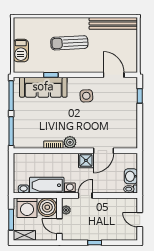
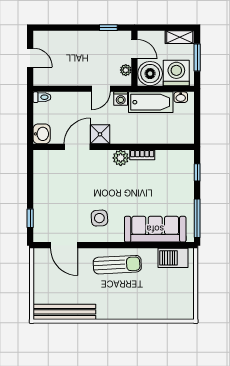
sun lounger: (69, 43) -> (117, 265), moved
barbecue: (21, 50) -> (173, 258), moved, turned -90
window: (51, 75) -> (145, 245), removed
window: (11, 131) -> (197, 172), width x0.46
washbasin: (131, 176) -> (42, 134), moved
window: (95, 243) -> (108, 28), moved

